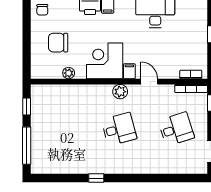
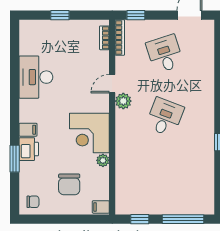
filing cabinet: (129, 71) -> (101, 207), moved
plant: (69, 73) -> (103, 160), moved
plant: (120, 92) -> (123, 101), moved
desk: (119, 129) -> (165, 117), turned 36

